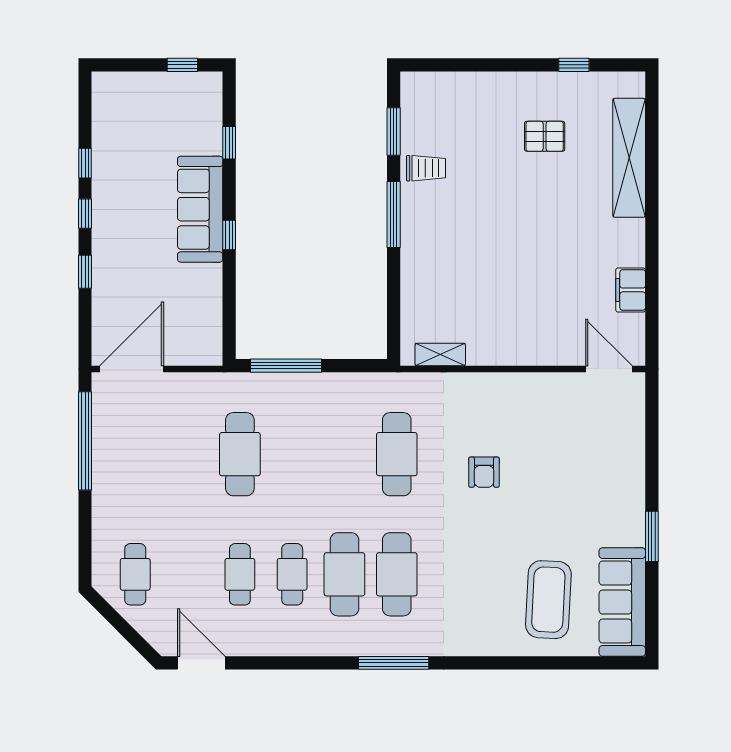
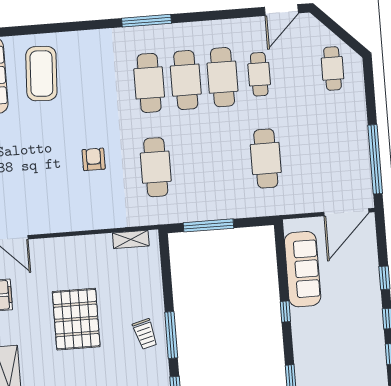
trolley: (426, 168) -> (145, 334), moved, turned -105
sofa: (200, 209) -> (303, 269), moved
pallet: (526, 248) -> (76, 319), added
window: (286, 366) -> (208, 225), moved
cafe table: (292, 574) -> (222, 77), width x1.37, depth x1.35
door: (201, 663) -> (281, 10), hinge flipped

